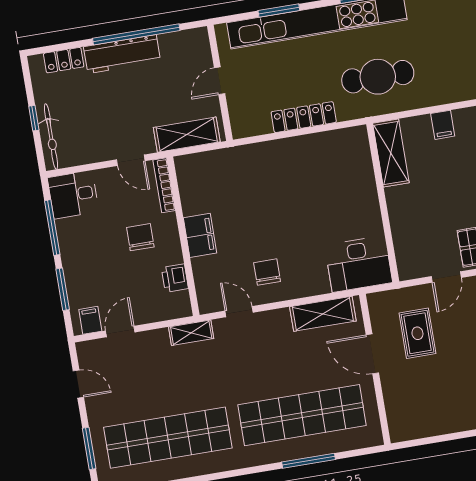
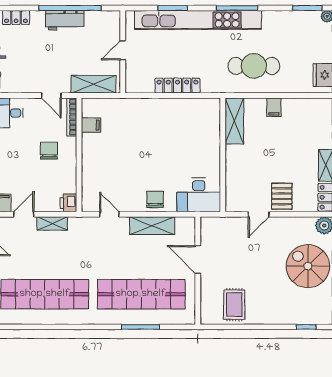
workbench: (122, 54) -> (65, 20), width x0.73
cafe table: (378, 77) -> (254, 66), moved
filing cabinet: (200, 235) -> (91, 125), moved, width x0.50
chair: (267, 272) -> (155, 199), moved
printer: (175, 278) -> (68, 203), moved
shelving: (323, 314) -> (152, 226), moved
shelving: (191, 333) -> (52, 223), moved
rug: (417, 333) -> (234, 305), moved

